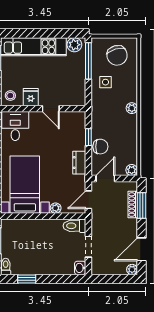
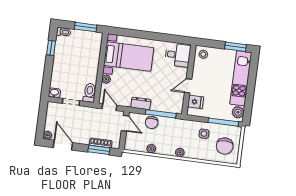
chair: (117, 55) -> (225, 146), turned -74
fridge: (31, 97) -> (196, 102), moved
window: (88, 137) -> (161, 114), width x2.17
plant: (132, 170) -> (151, 149), moved

